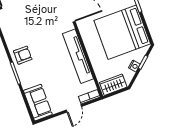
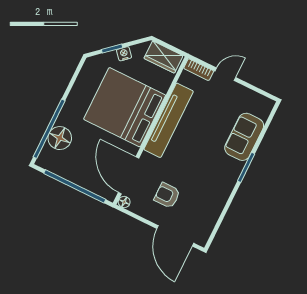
bed: (122, 32) -> (125, 107), moved, turned 180
armchair: (23, 55) -> (167, 195), moved
sofa: (38, 103) -> (244, 137), moved

